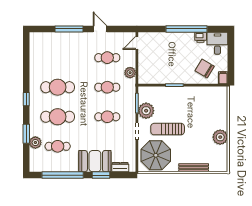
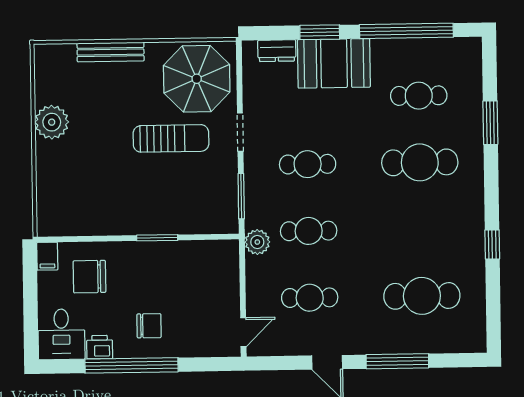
chair: (179, 46) -> (149, 326), added
chair: (205, 68) -> (89, 277), turned 149
plant: (130, 73) -> (257, 242), moved
cafe table: (58, 87) -> (422, 296), moved
window: (26, 99) -> (492, 244), moved
plant: (146, 111) -> (220, 179), removed
plant: (35, 143) -> (469, 103), removed

